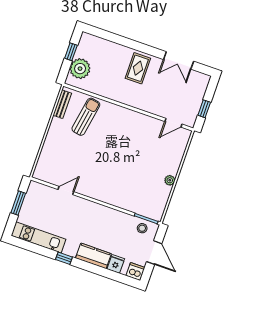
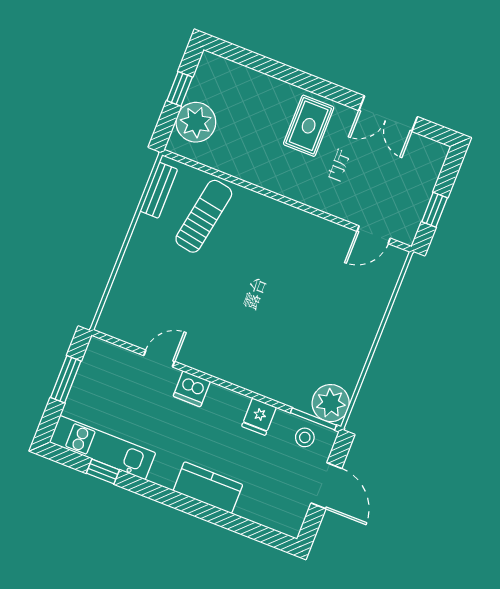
plant: (170, 180) -> (331, 403), moved, width x1.87, depth x1.87
window: (64, 258) -> (103, 471), moved
fridge: (116, 264) -> (259, 417), moved, turned 180
dishwasher: (135, 272) -> (192, 389), moved, turned 180

